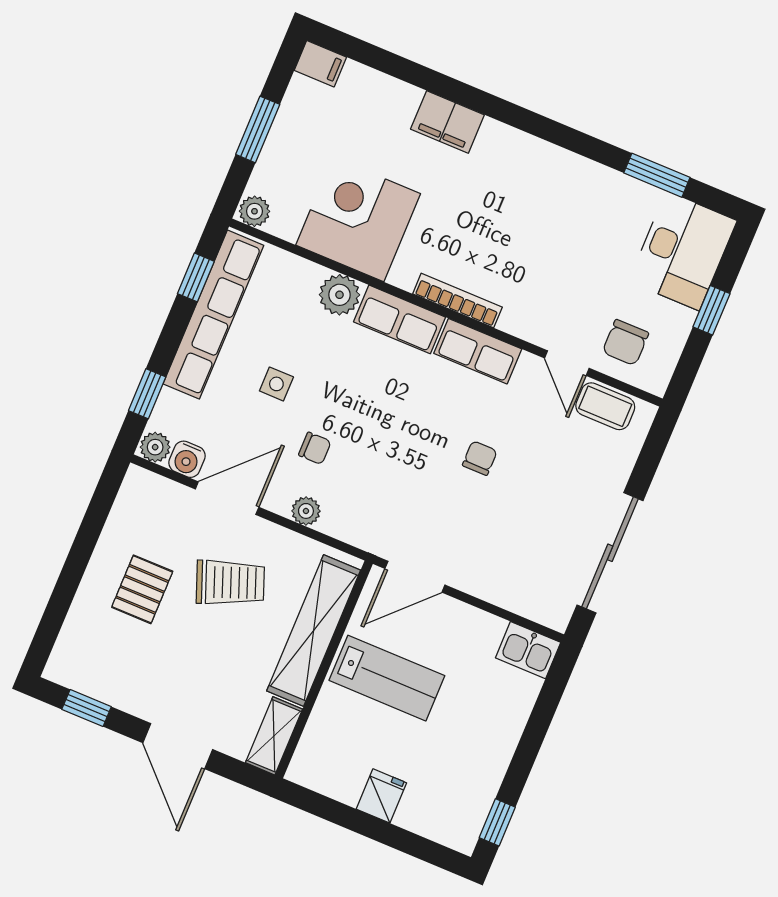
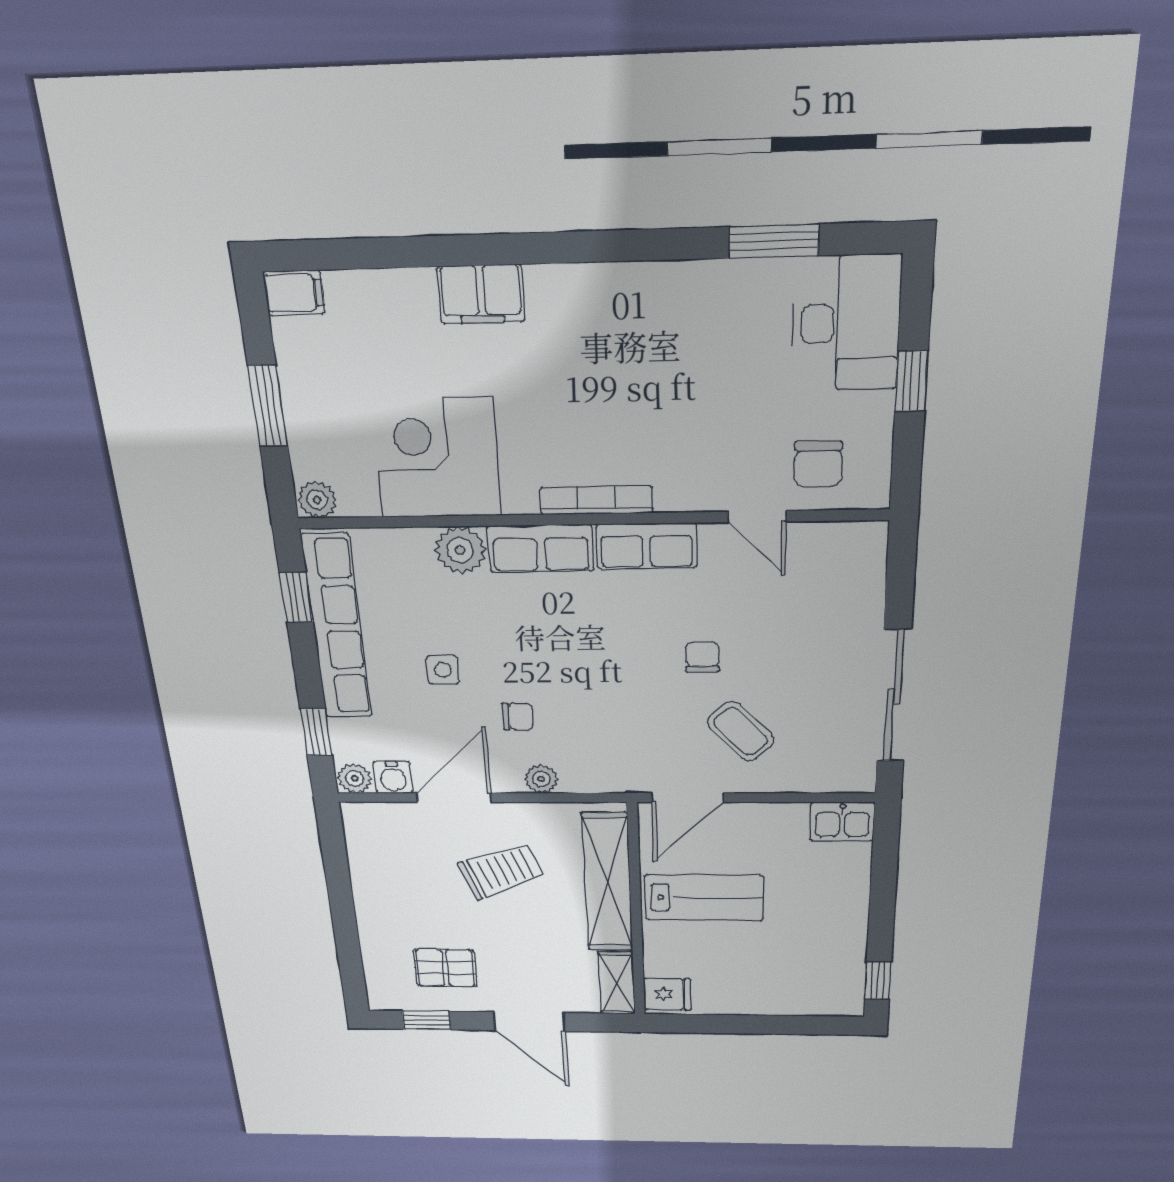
coffee table: (605, 406) -> (741, 731), moved, turned 47
pallet: (142, 589) -> (445, 968), moved, turned 90
fridge: (381, 796) -> (667, 994), moved, turned 90

